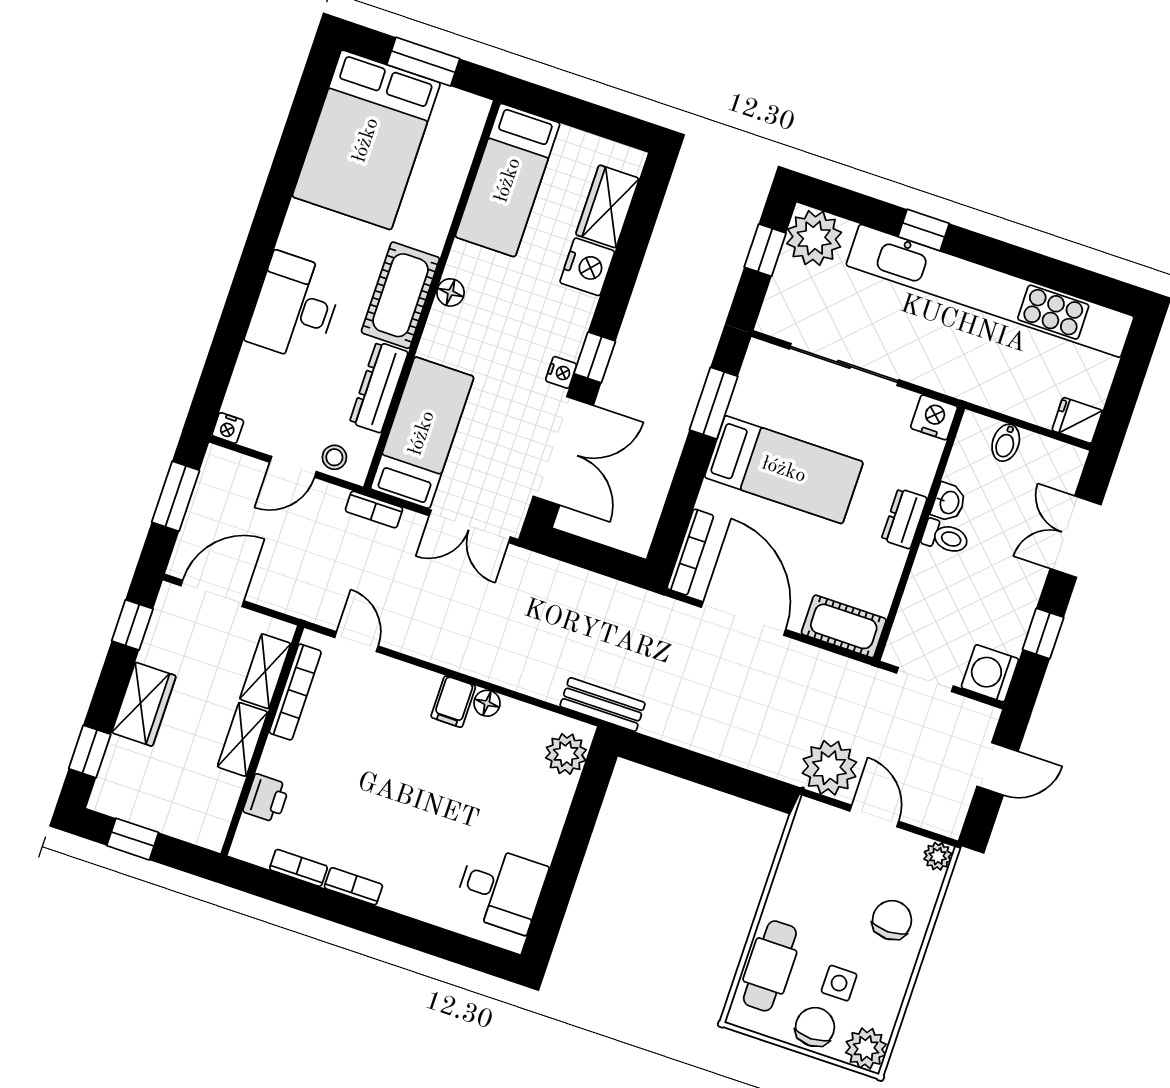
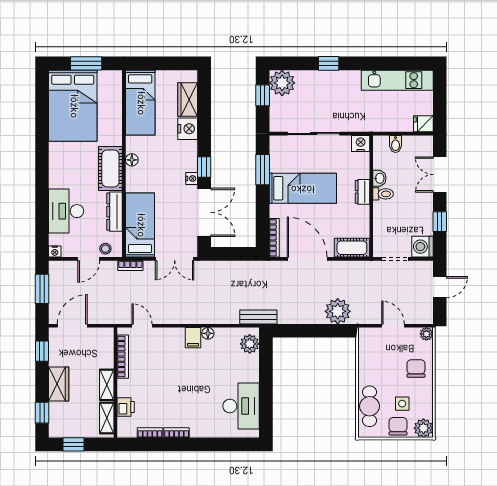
kitchen unit: (990, 291) -> (397, 80), width x0.54
desk: (295, 307) -> (66, 211), moved
shelving: (265, 671) -> (107, 418), moved
plant: (829, 768) -> (338, 311), moved
desk: (501, 889) -> (241, 406), width x1.37

